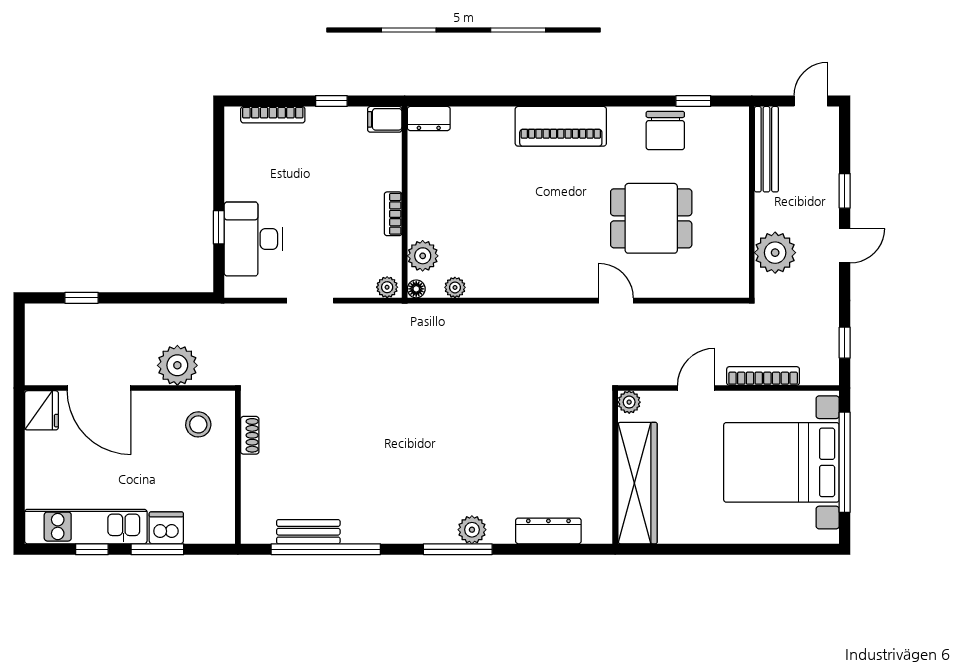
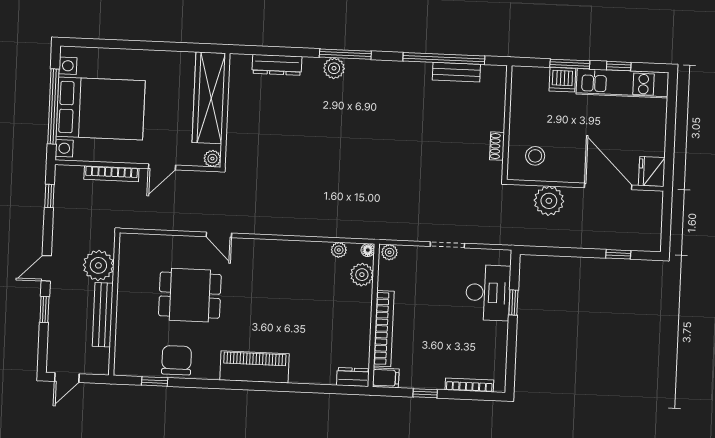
bench: (766, 149) -> (103, 315), moved
bookcase: (393, 214) -> (384, 329), width x2.31, depth x1.31

